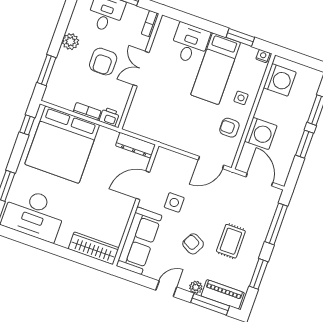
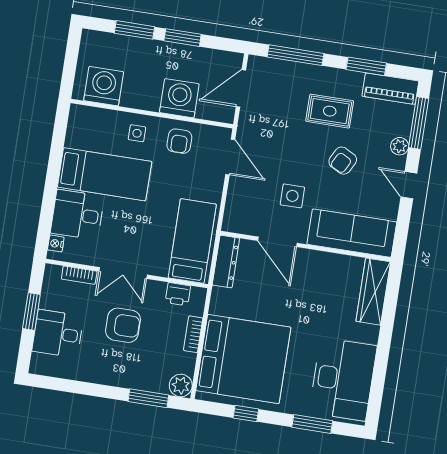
bookcase: (150, 24) -> (79, 275), moved
window: (240, 37) -> (57, 149), removed
plant: (70, 42) -> (181, 385), moved
nightstand: (263, 56) -> (56, 243), moved
printer: (109, 117) -> (178, 294), moved, turned -90
bed: (155, 123) -> (192, 241), added
window: (27, 125) -> (246, 414), moved
piano: (223, 294) -> (390, 89), moved, turned -90

